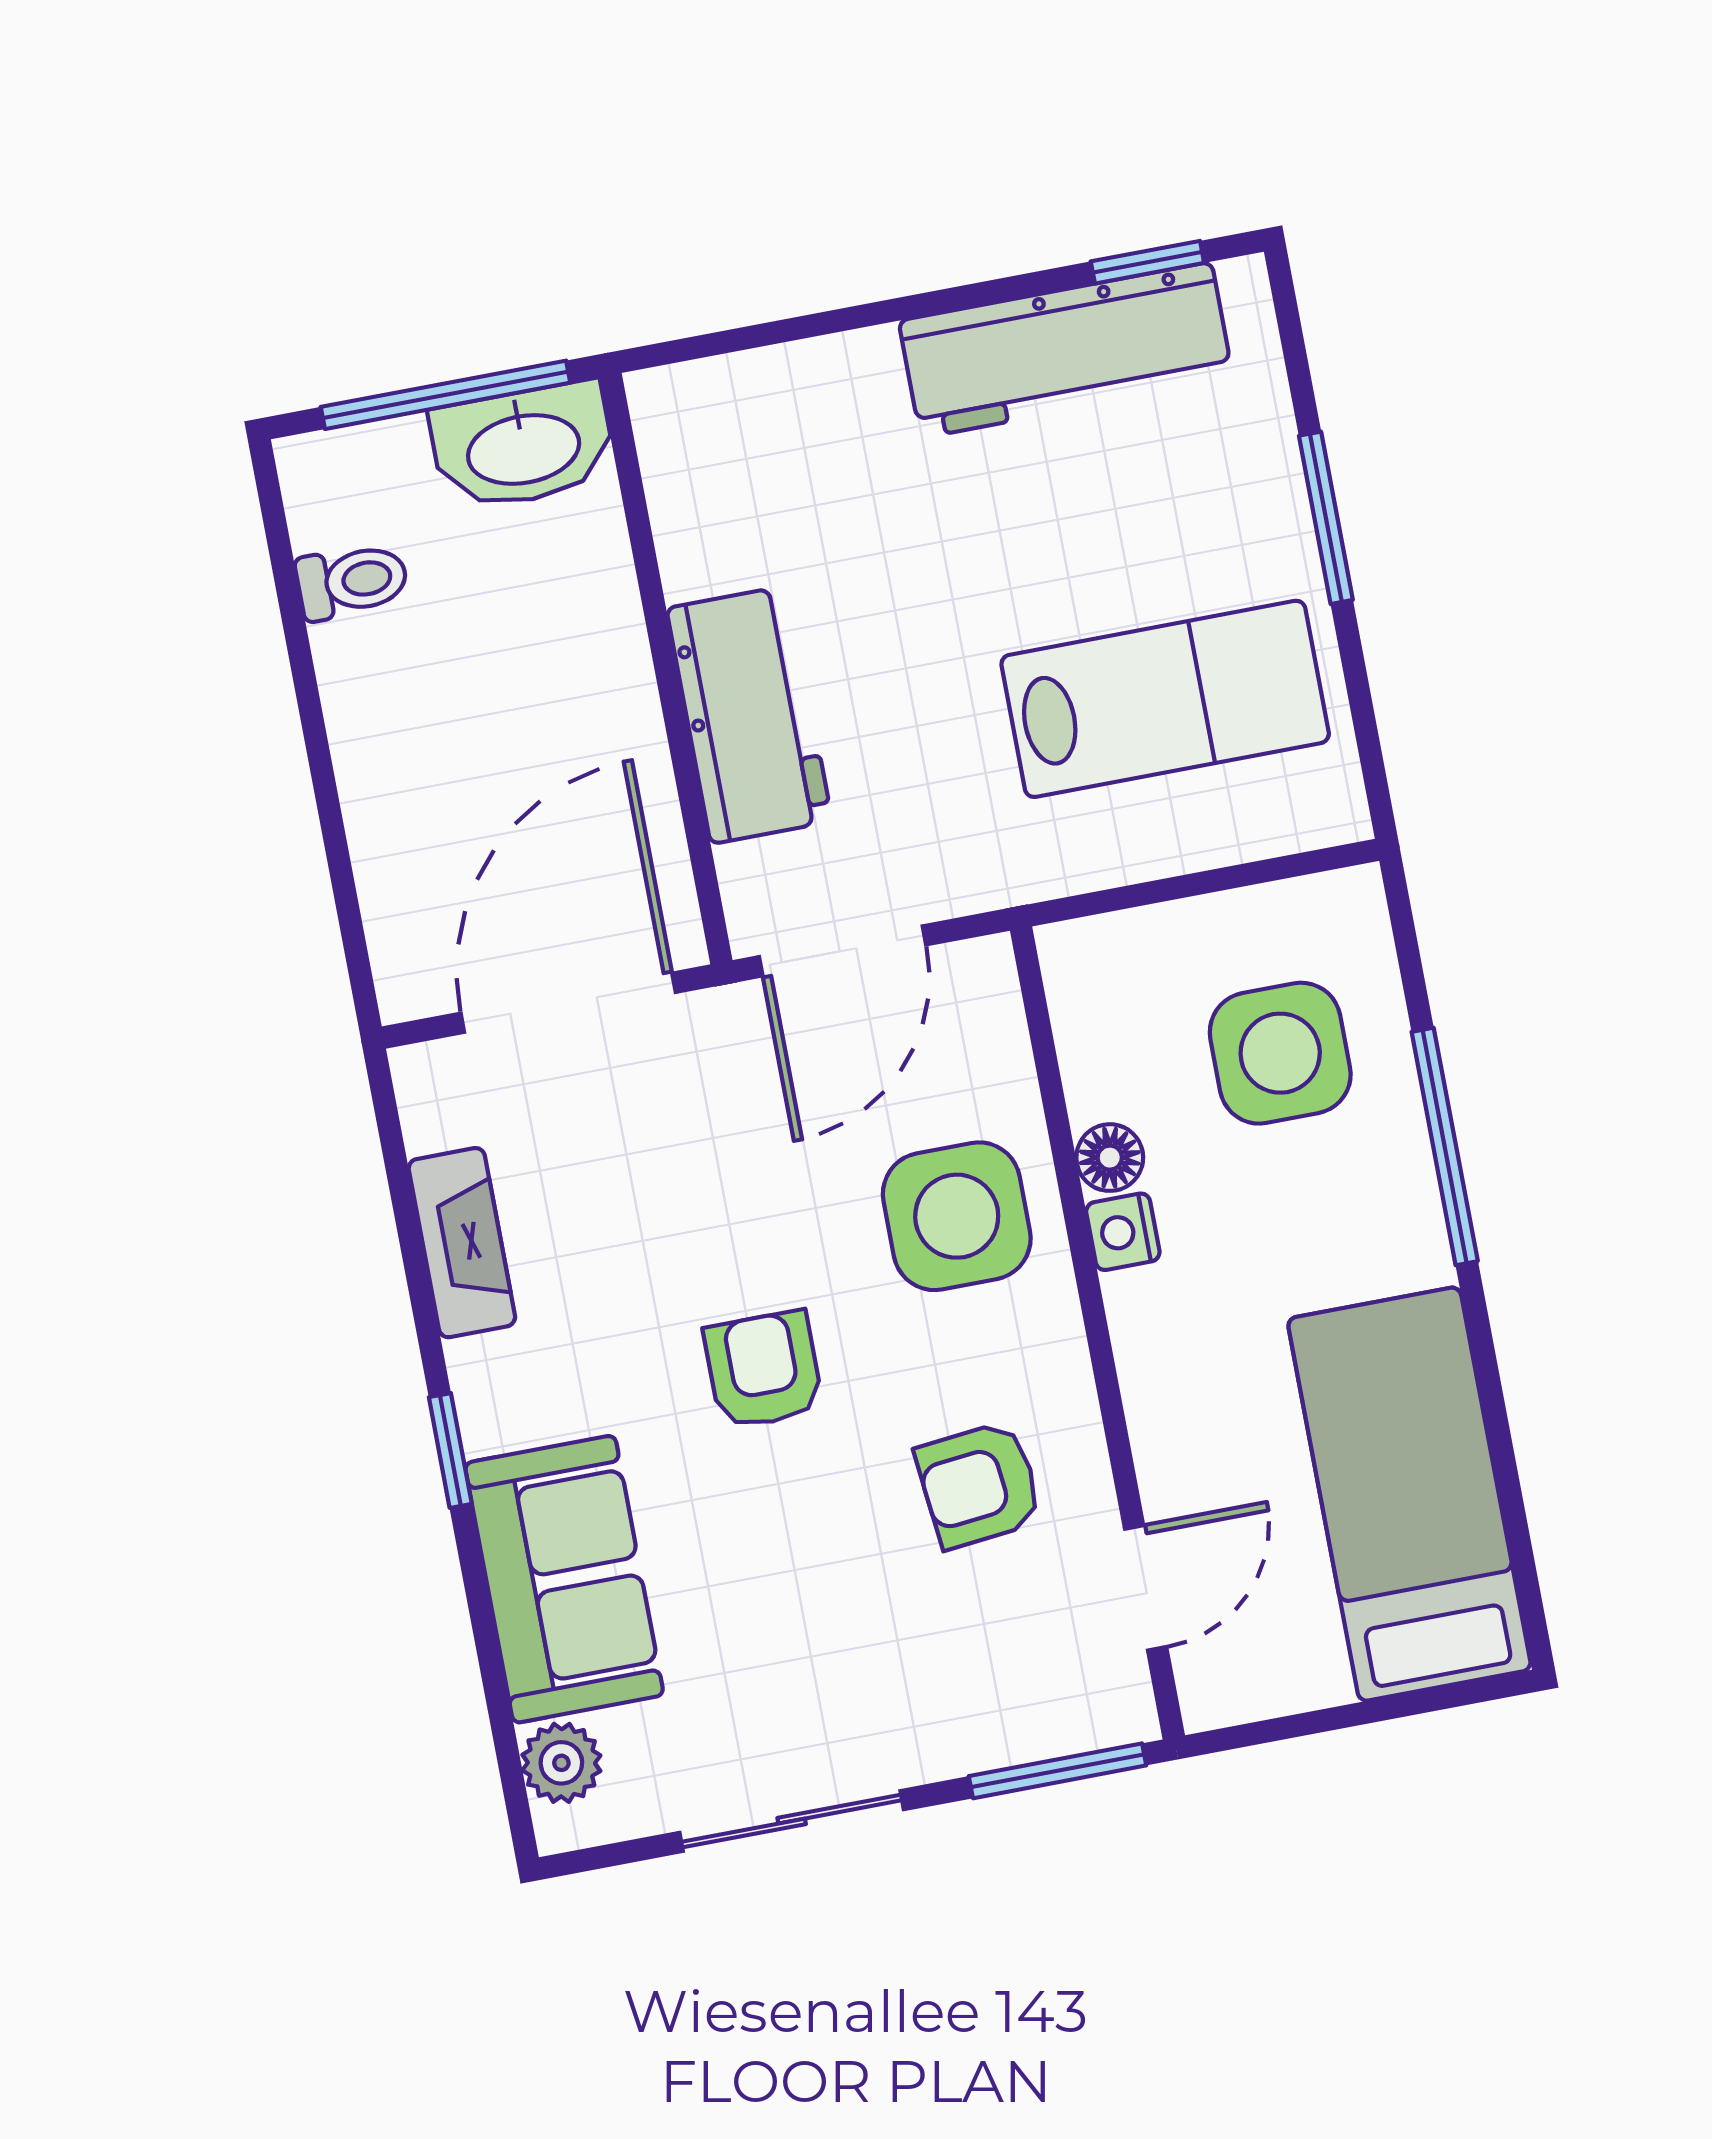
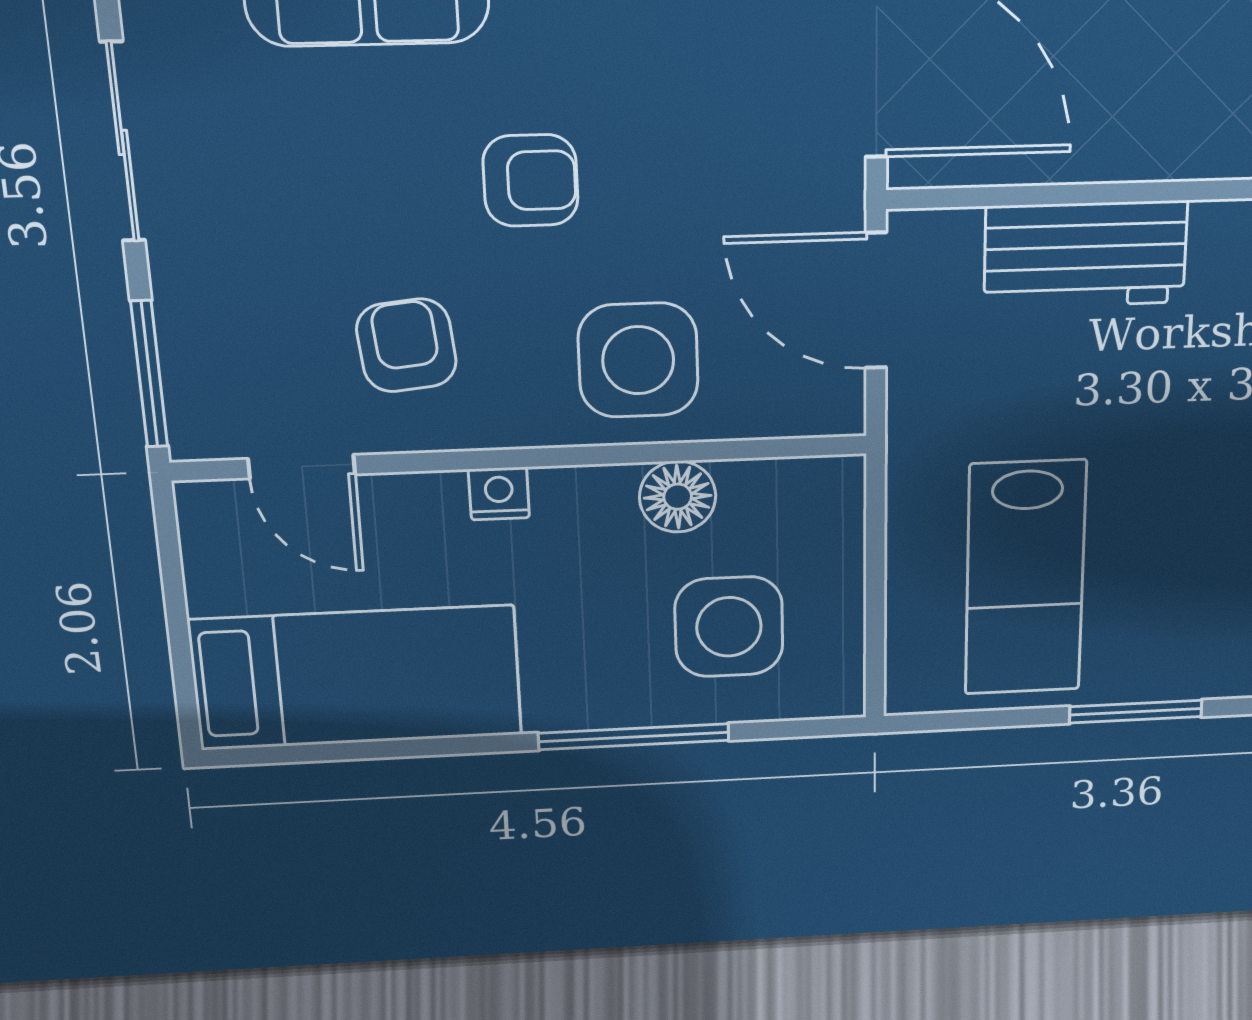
floor lamp: (1110, 1158) -> (678, 497), width x1.37, depth x1.37
nightstand: (1123, 1232) -> (499, 493), moved

